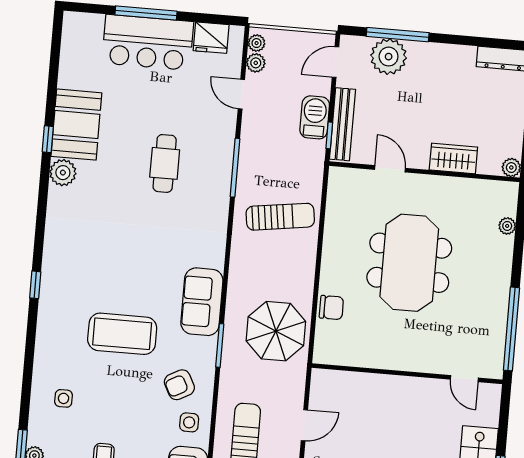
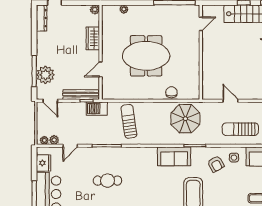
barbecue: (315, 117) -> (97, 109), moved

